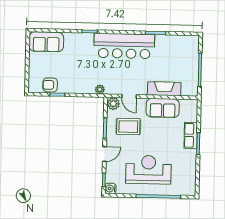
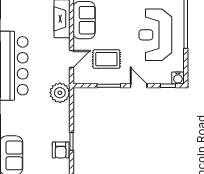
plant: (100, 89) -> (60, 93), width x1.88, depth x1.88
plant: (113, 104) -> (80, 77), removed
rug: (128, 127) -> (106, 59), turned 90

